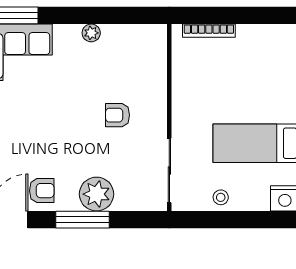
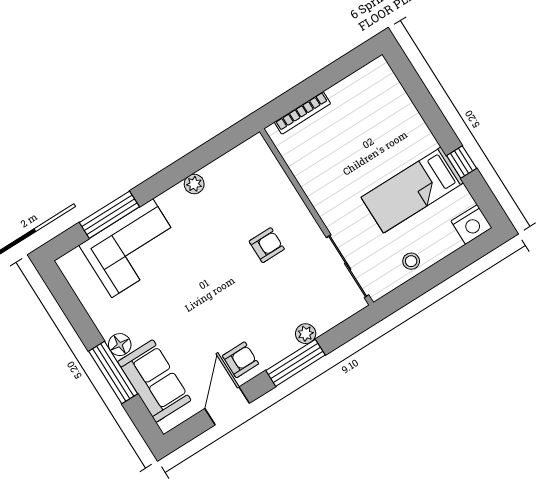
armchair: (117, 115) -> (267, 245), turned 180
plant: (97, 194) -> (306, 334), width x0.53, depth x0.53

